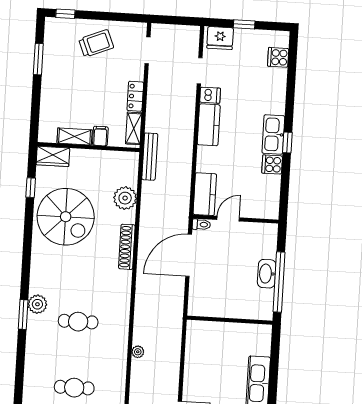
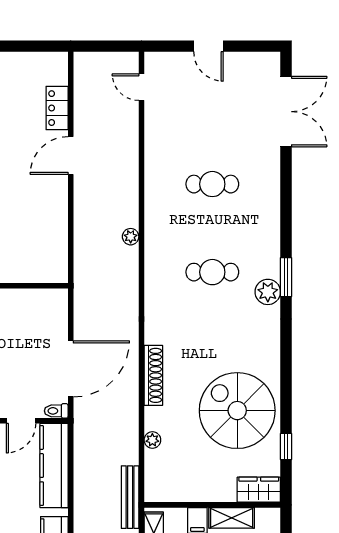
kitchen counter: (205, 194) -> (54, 466), width x1.50
plant: (125, 198) -> (152, 440), width x0.53, depth x0.53

